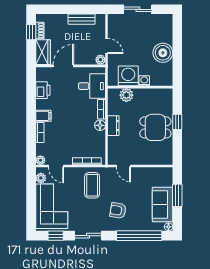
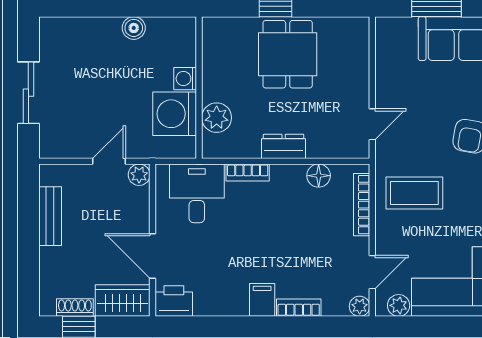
boiler: (163, 53) -> (134, 28), width x0.54, depth x0.54
printer: (43, 90) -> (174, 301), moved
floor lamp: (100, 125) -> (319, 176), moved

